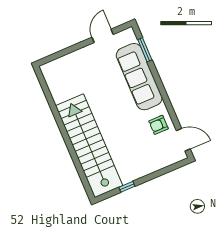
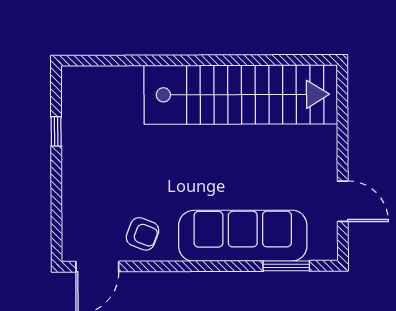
armchair: (159, 125) -> (143, 234), turned 111
stairs: (89, 146) -> (241, 95), moved

